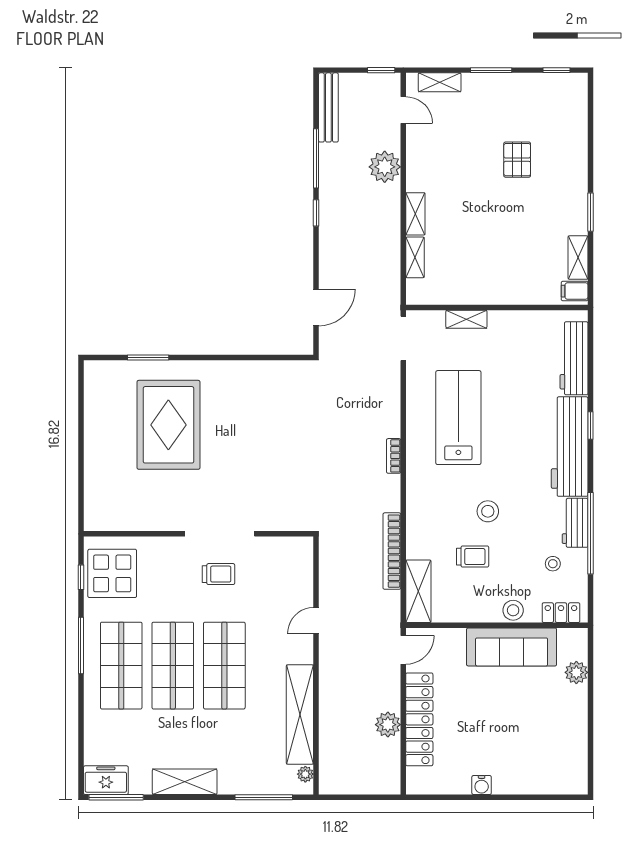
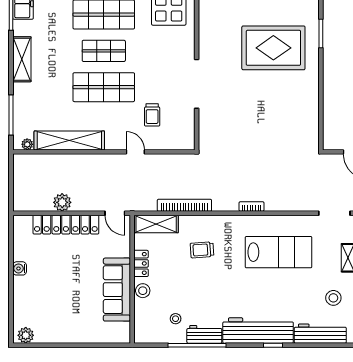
stool: (488, 511) -> (333, 298), moved
trolley: (473, 557) -> (202, 250), moved, turned 86
trolley: (218, 574) -> (152, 115), moved
locker: (561, 613) -> (141, 263), moved
shop shelf: (173, 666) -> (104, 51), width x0.70, depth x0.74
plant: (576, 672) -> (26, 335), moved

